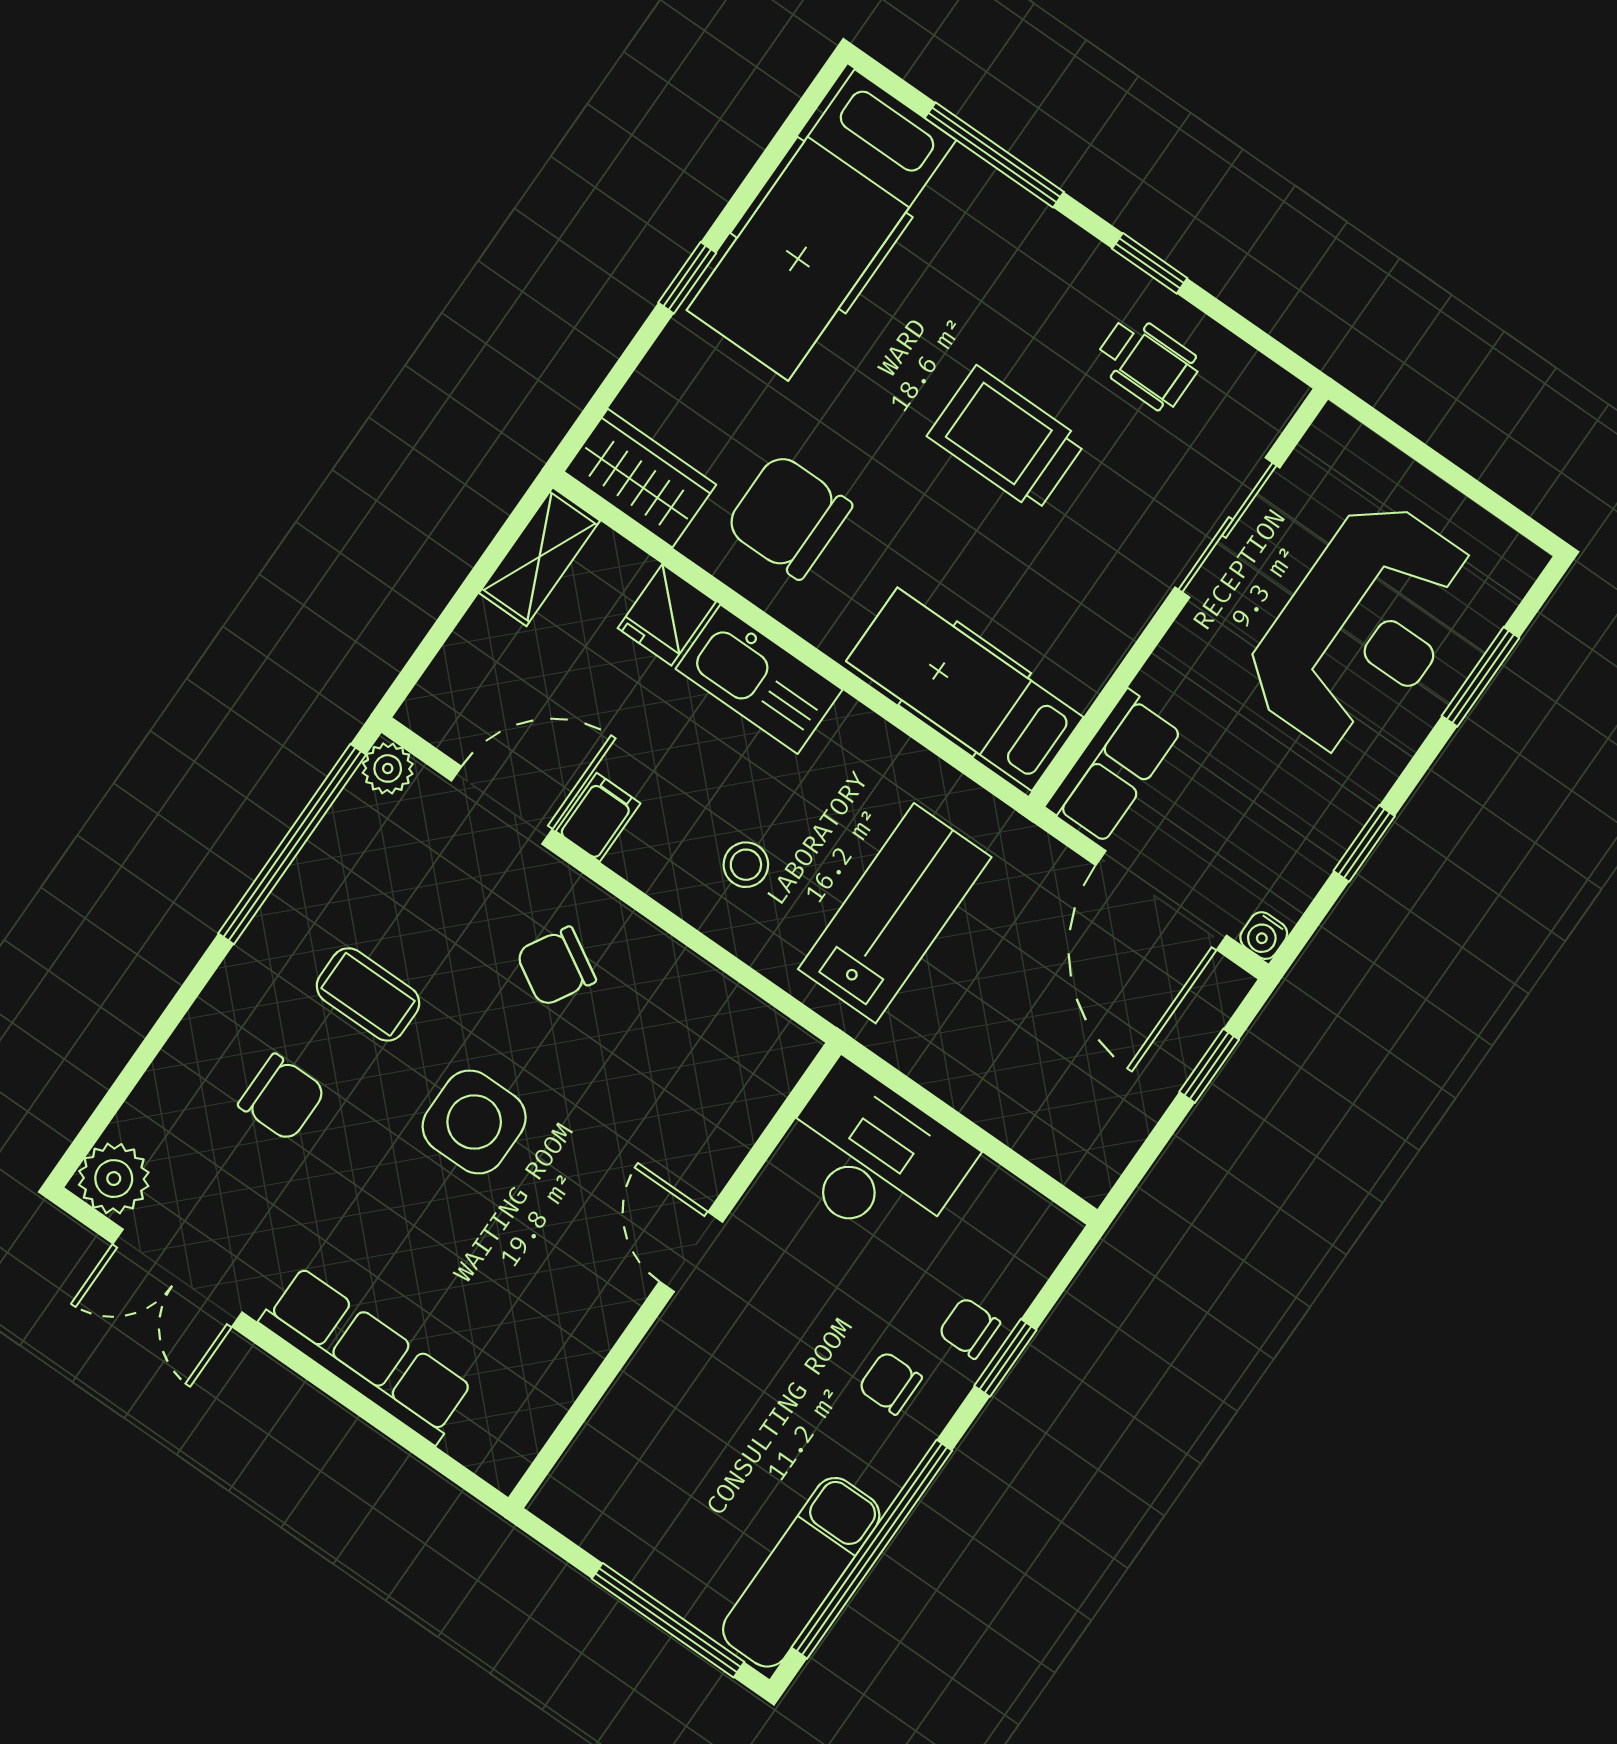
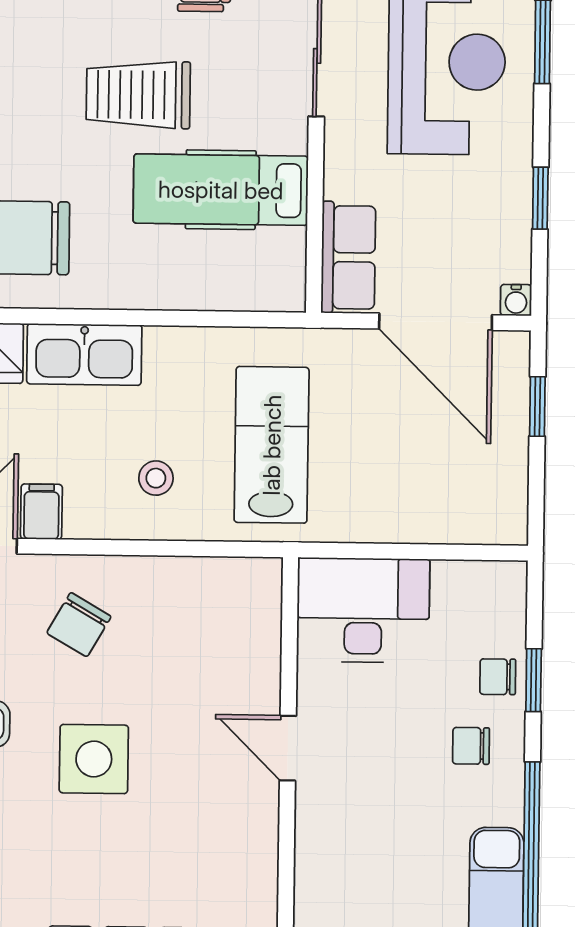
hospital bed: (965, 689) -> (221, 190), moved

